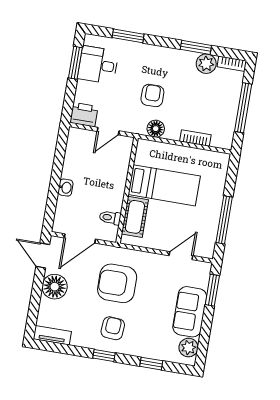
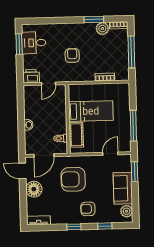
window: (128, 36) -> (49, 21), removed
floor lamp: (156, 129) -> (78, 76), removed
armchair: (113, 328) -> (88, 209), moved, turned -94

